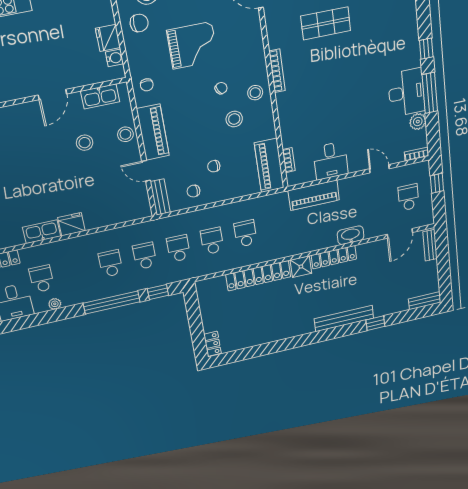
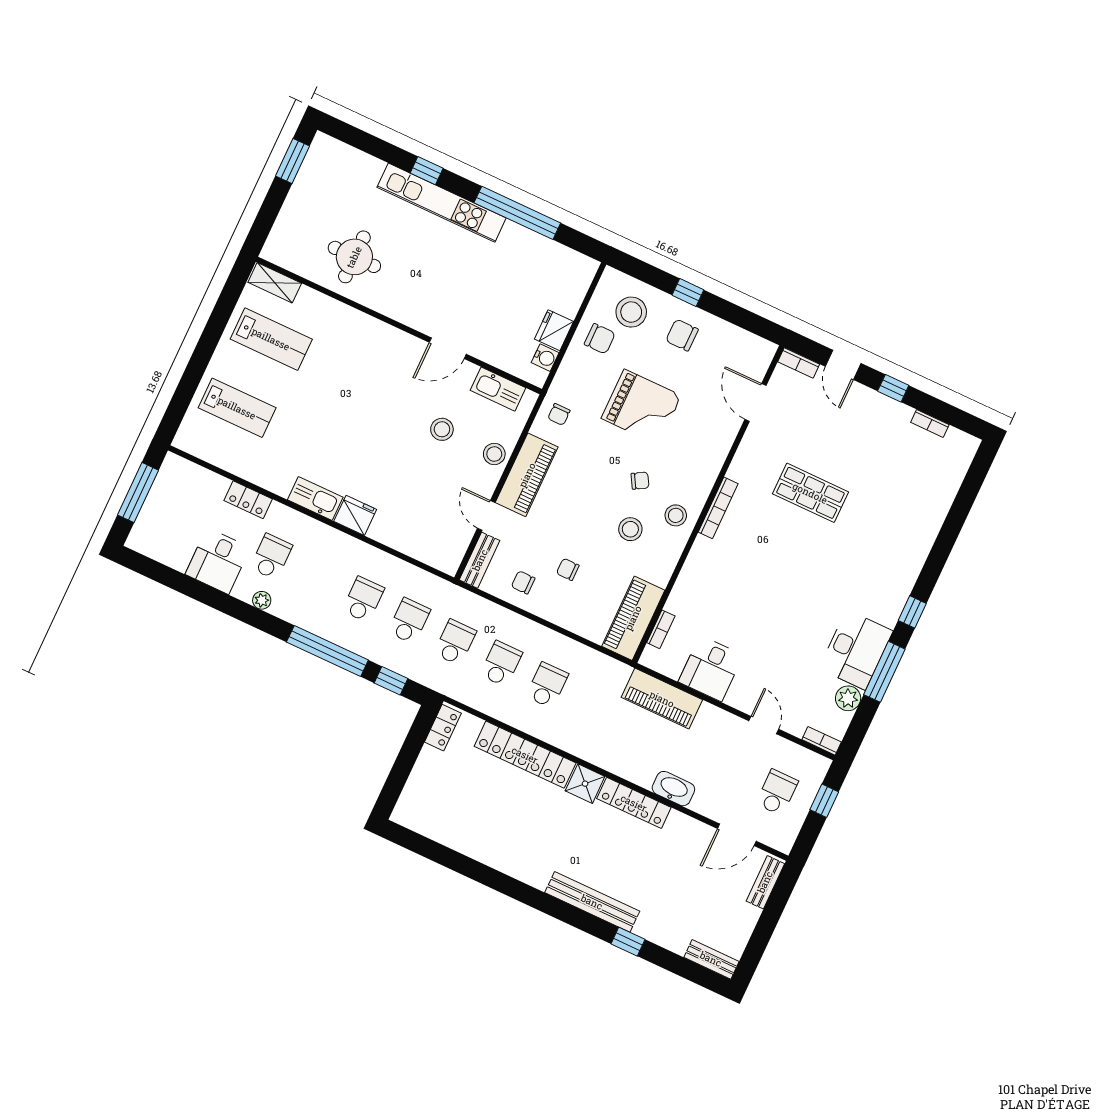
locker: (213, 344) -> (443, 728), moved

